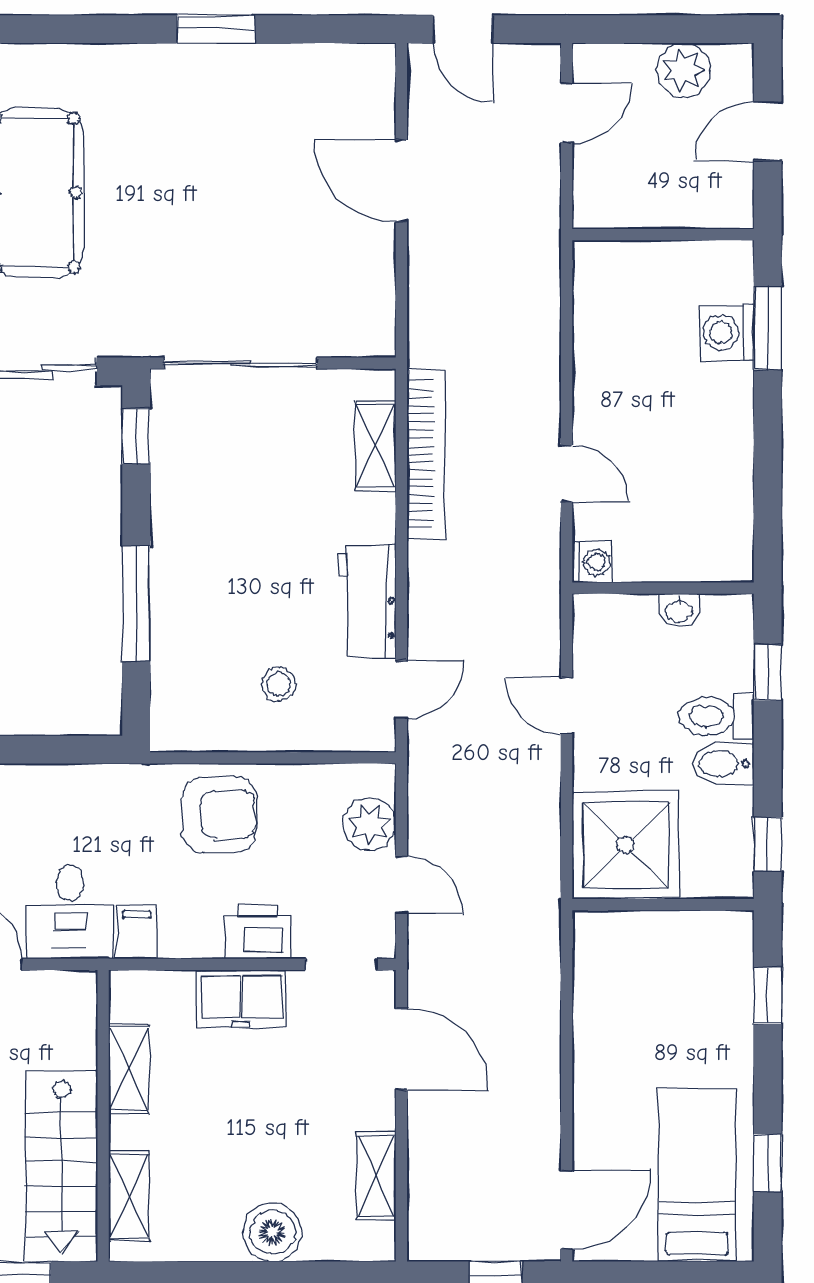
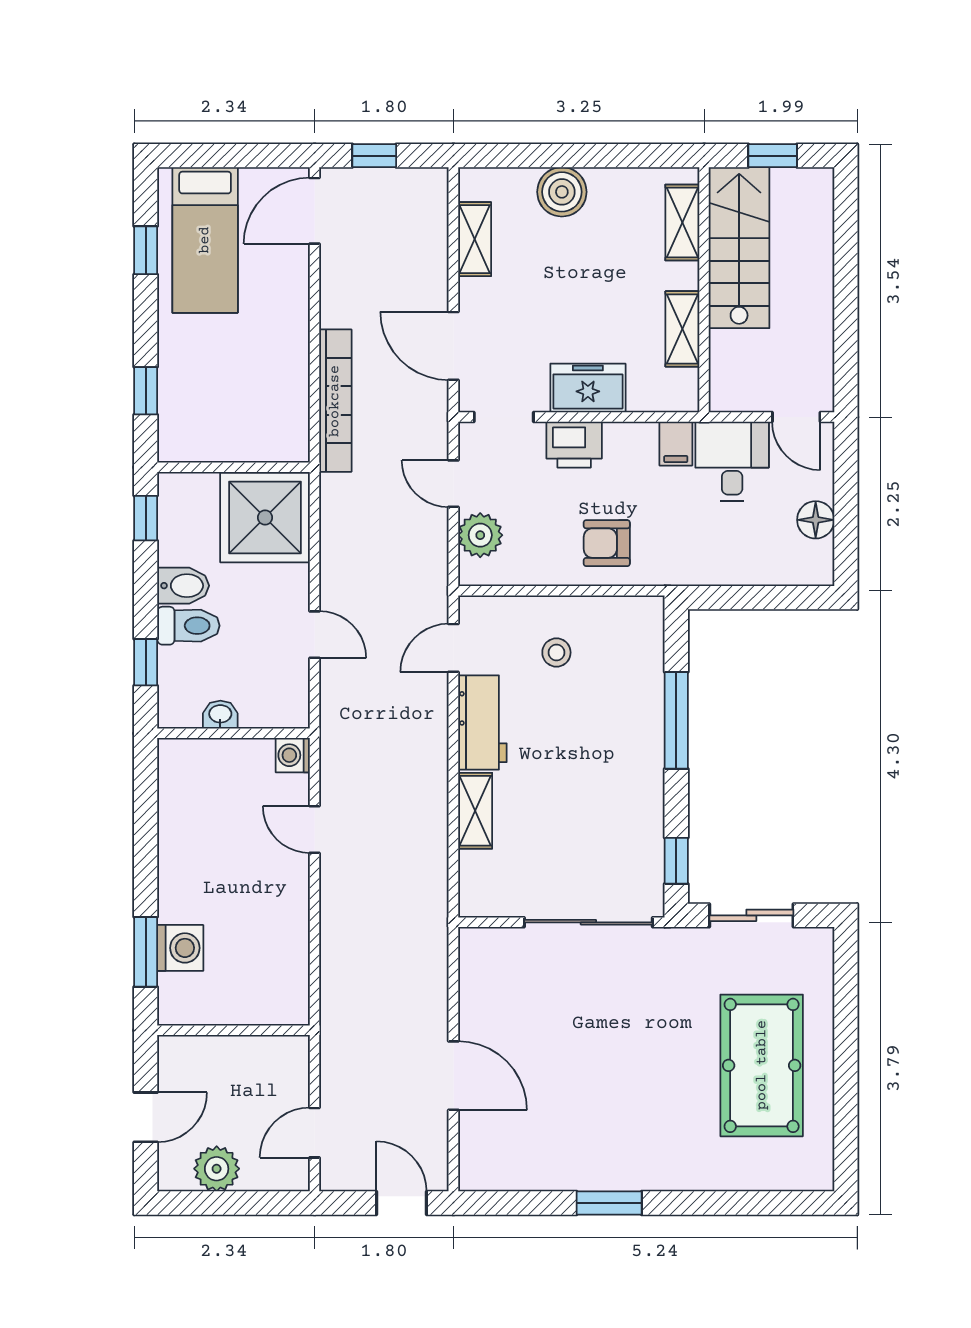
shelving: (376, 446) -> (475, 811), moved
bookcase: (426, 454) -> (335, 401), moved, turned 180
armchair: (219, 814) -> (607, 543), width x0.72, depth x0.72

